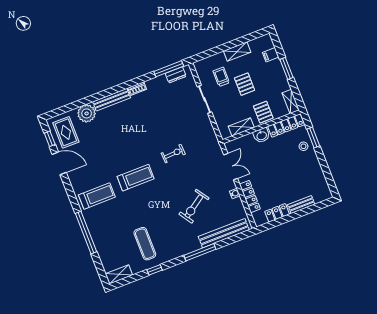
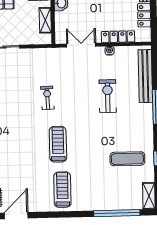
exercise bike: (194, 206) -> (108, 96), turned -146
window: (86, 233) -> (117, 213), moved

